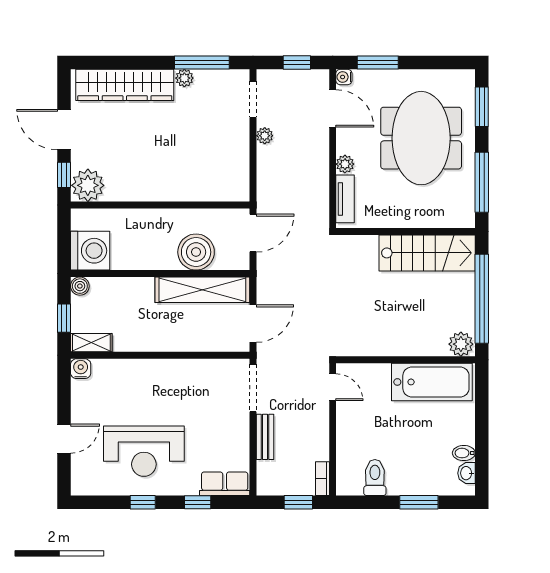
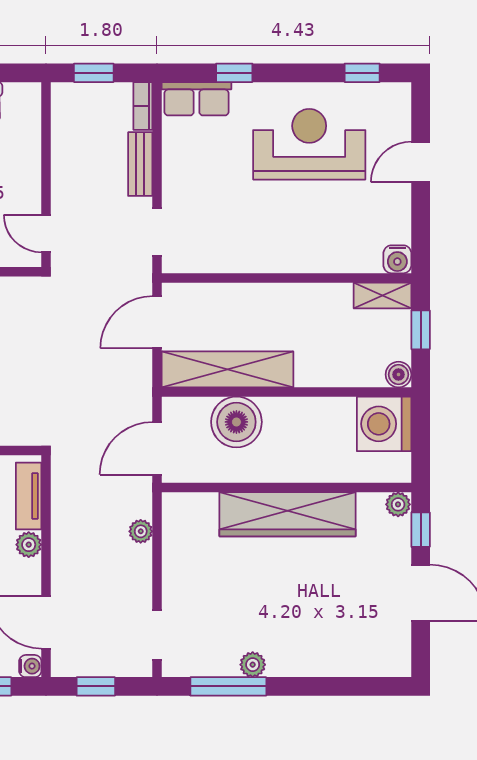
wardrobe: (125, 85) -> (288, 514), moved, turned 180
plant: (265, 136) -> (141, 531), moved
plant: (88, 185) -> (398, 504), width x0.53, depth x0.53
doorway: (253, 388) -> (157, 232), width x0.73
bookcase: (322, 479) -> (143, 106), moved, turned 180
window: (143, 502) -> (362, 73), moved

